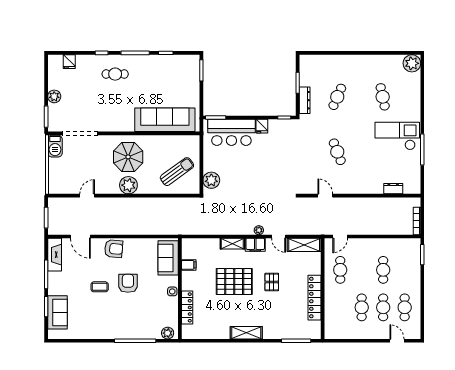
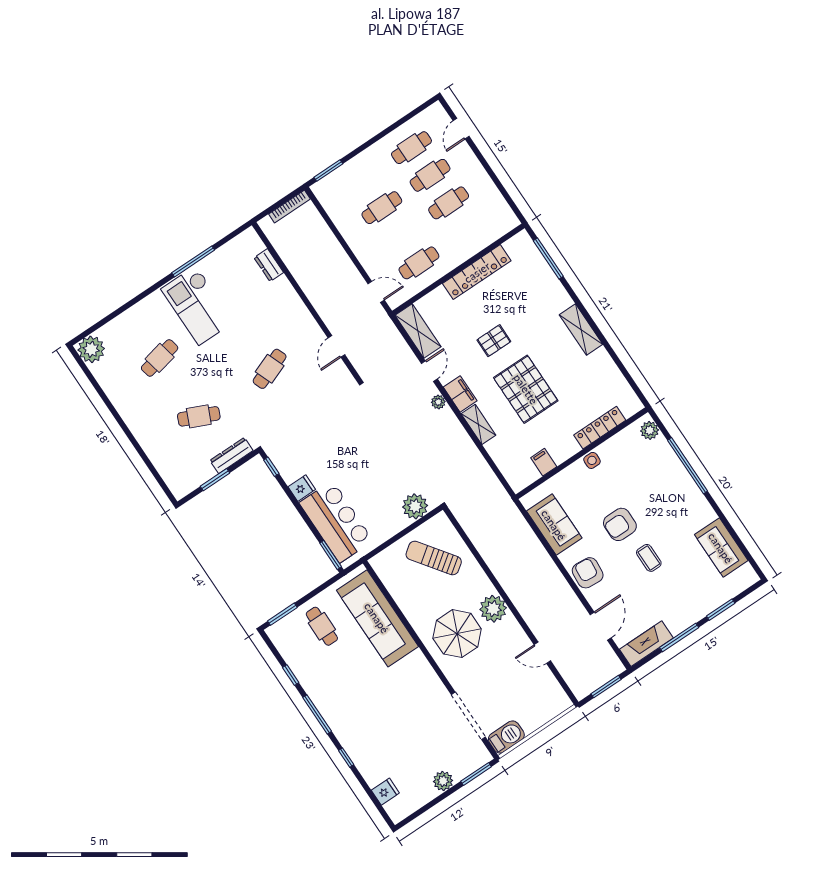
cafe table: (115, 74) -> (322, 626), moved
sofa: (168, 258) -> (554, 525), moved, turned -90
sofa: (57, 312) -> (721, 548), moved, turned -90

